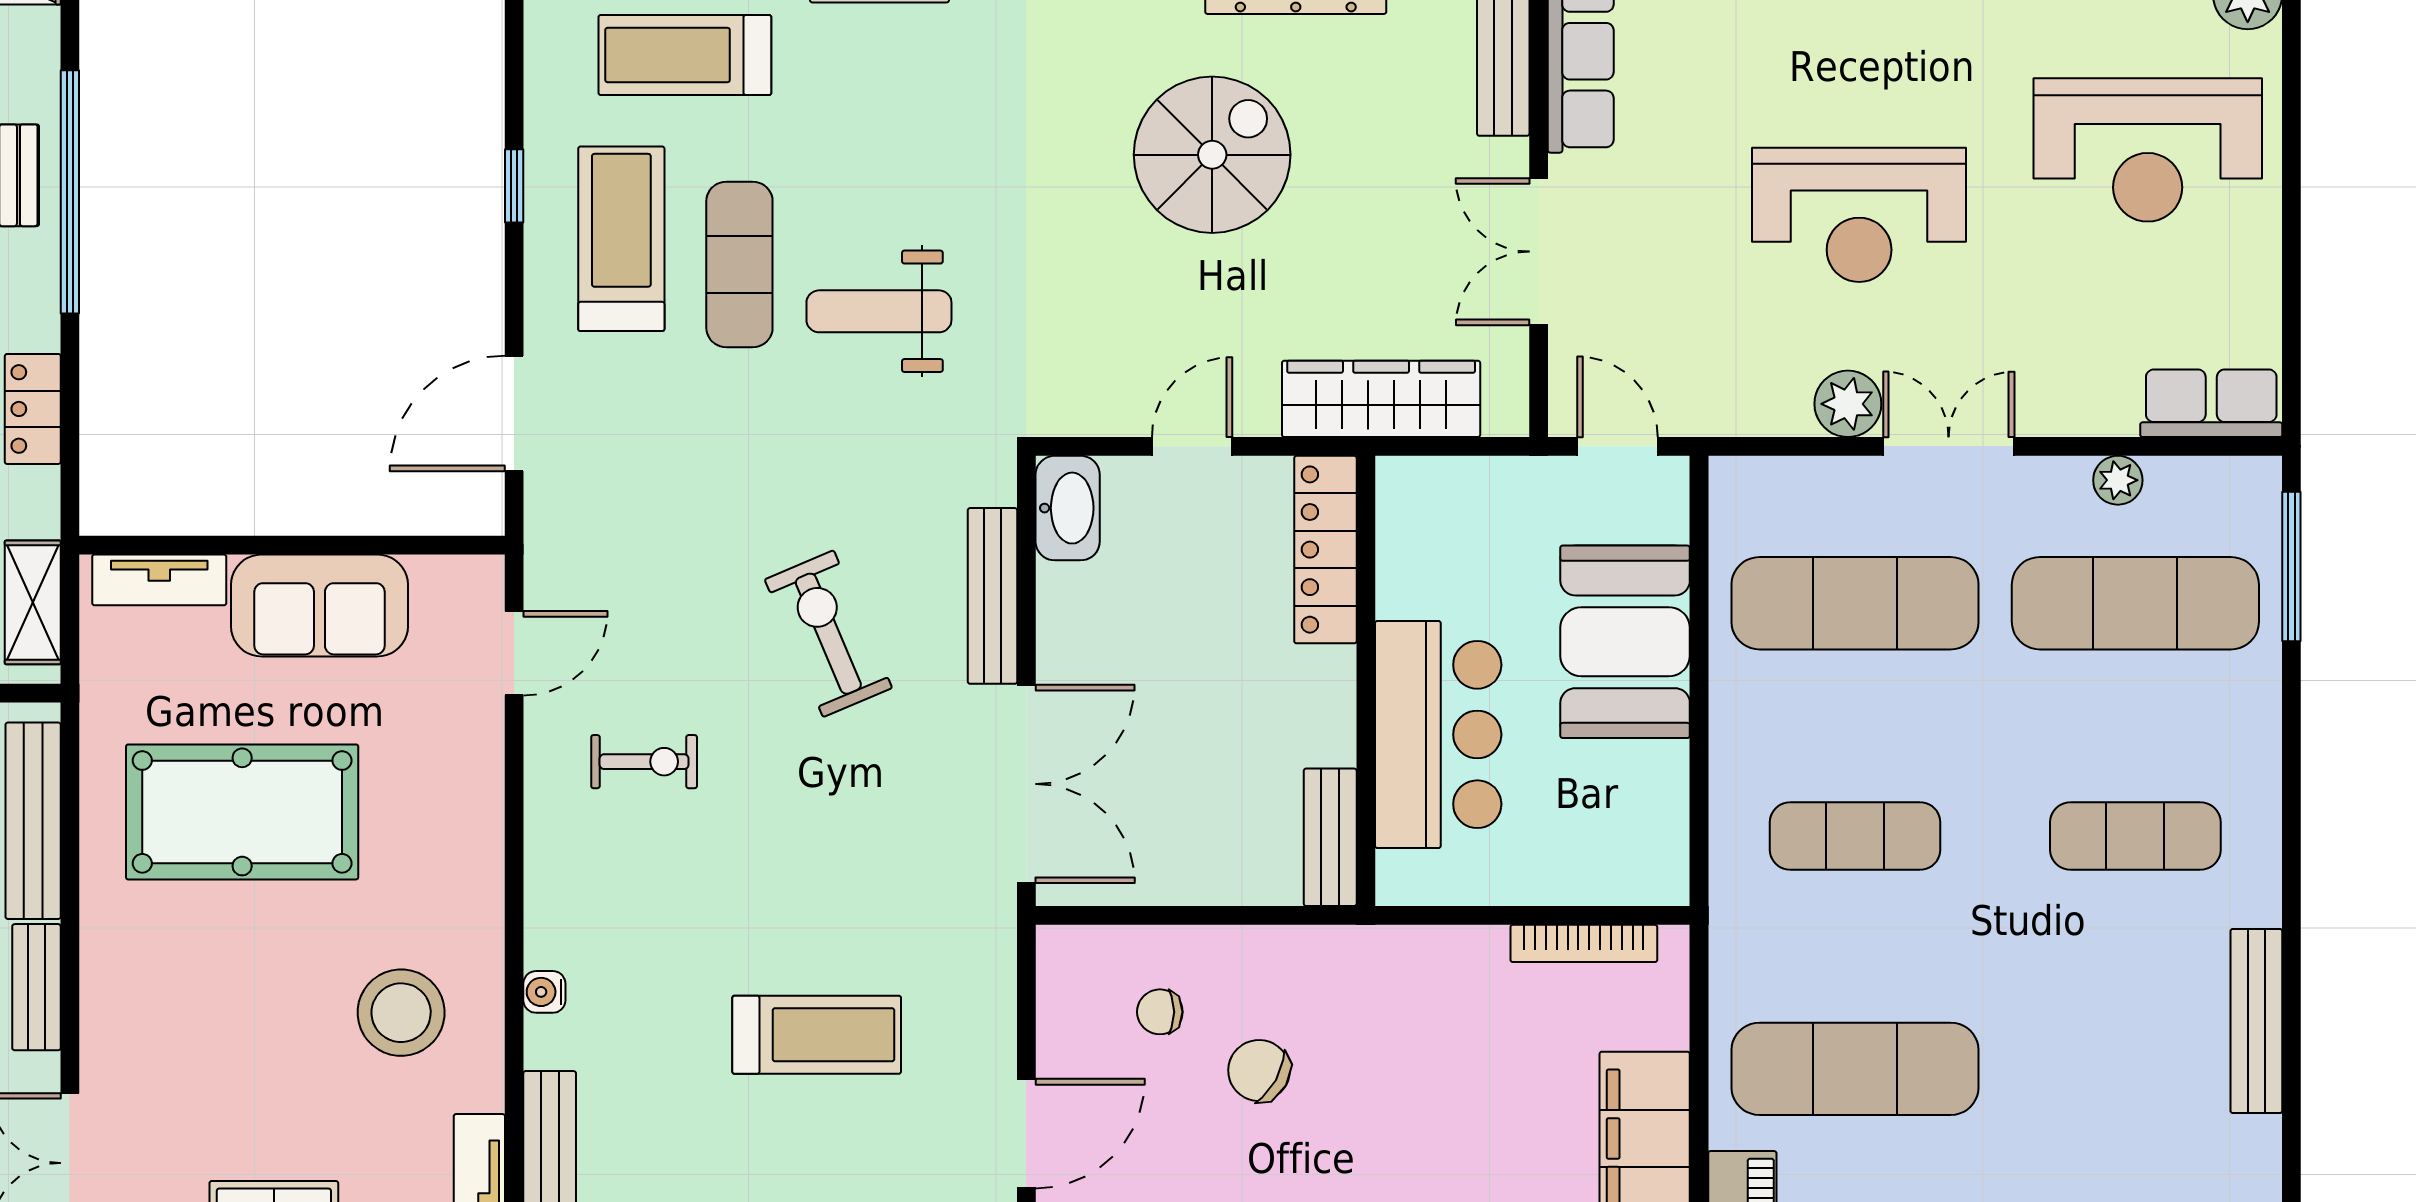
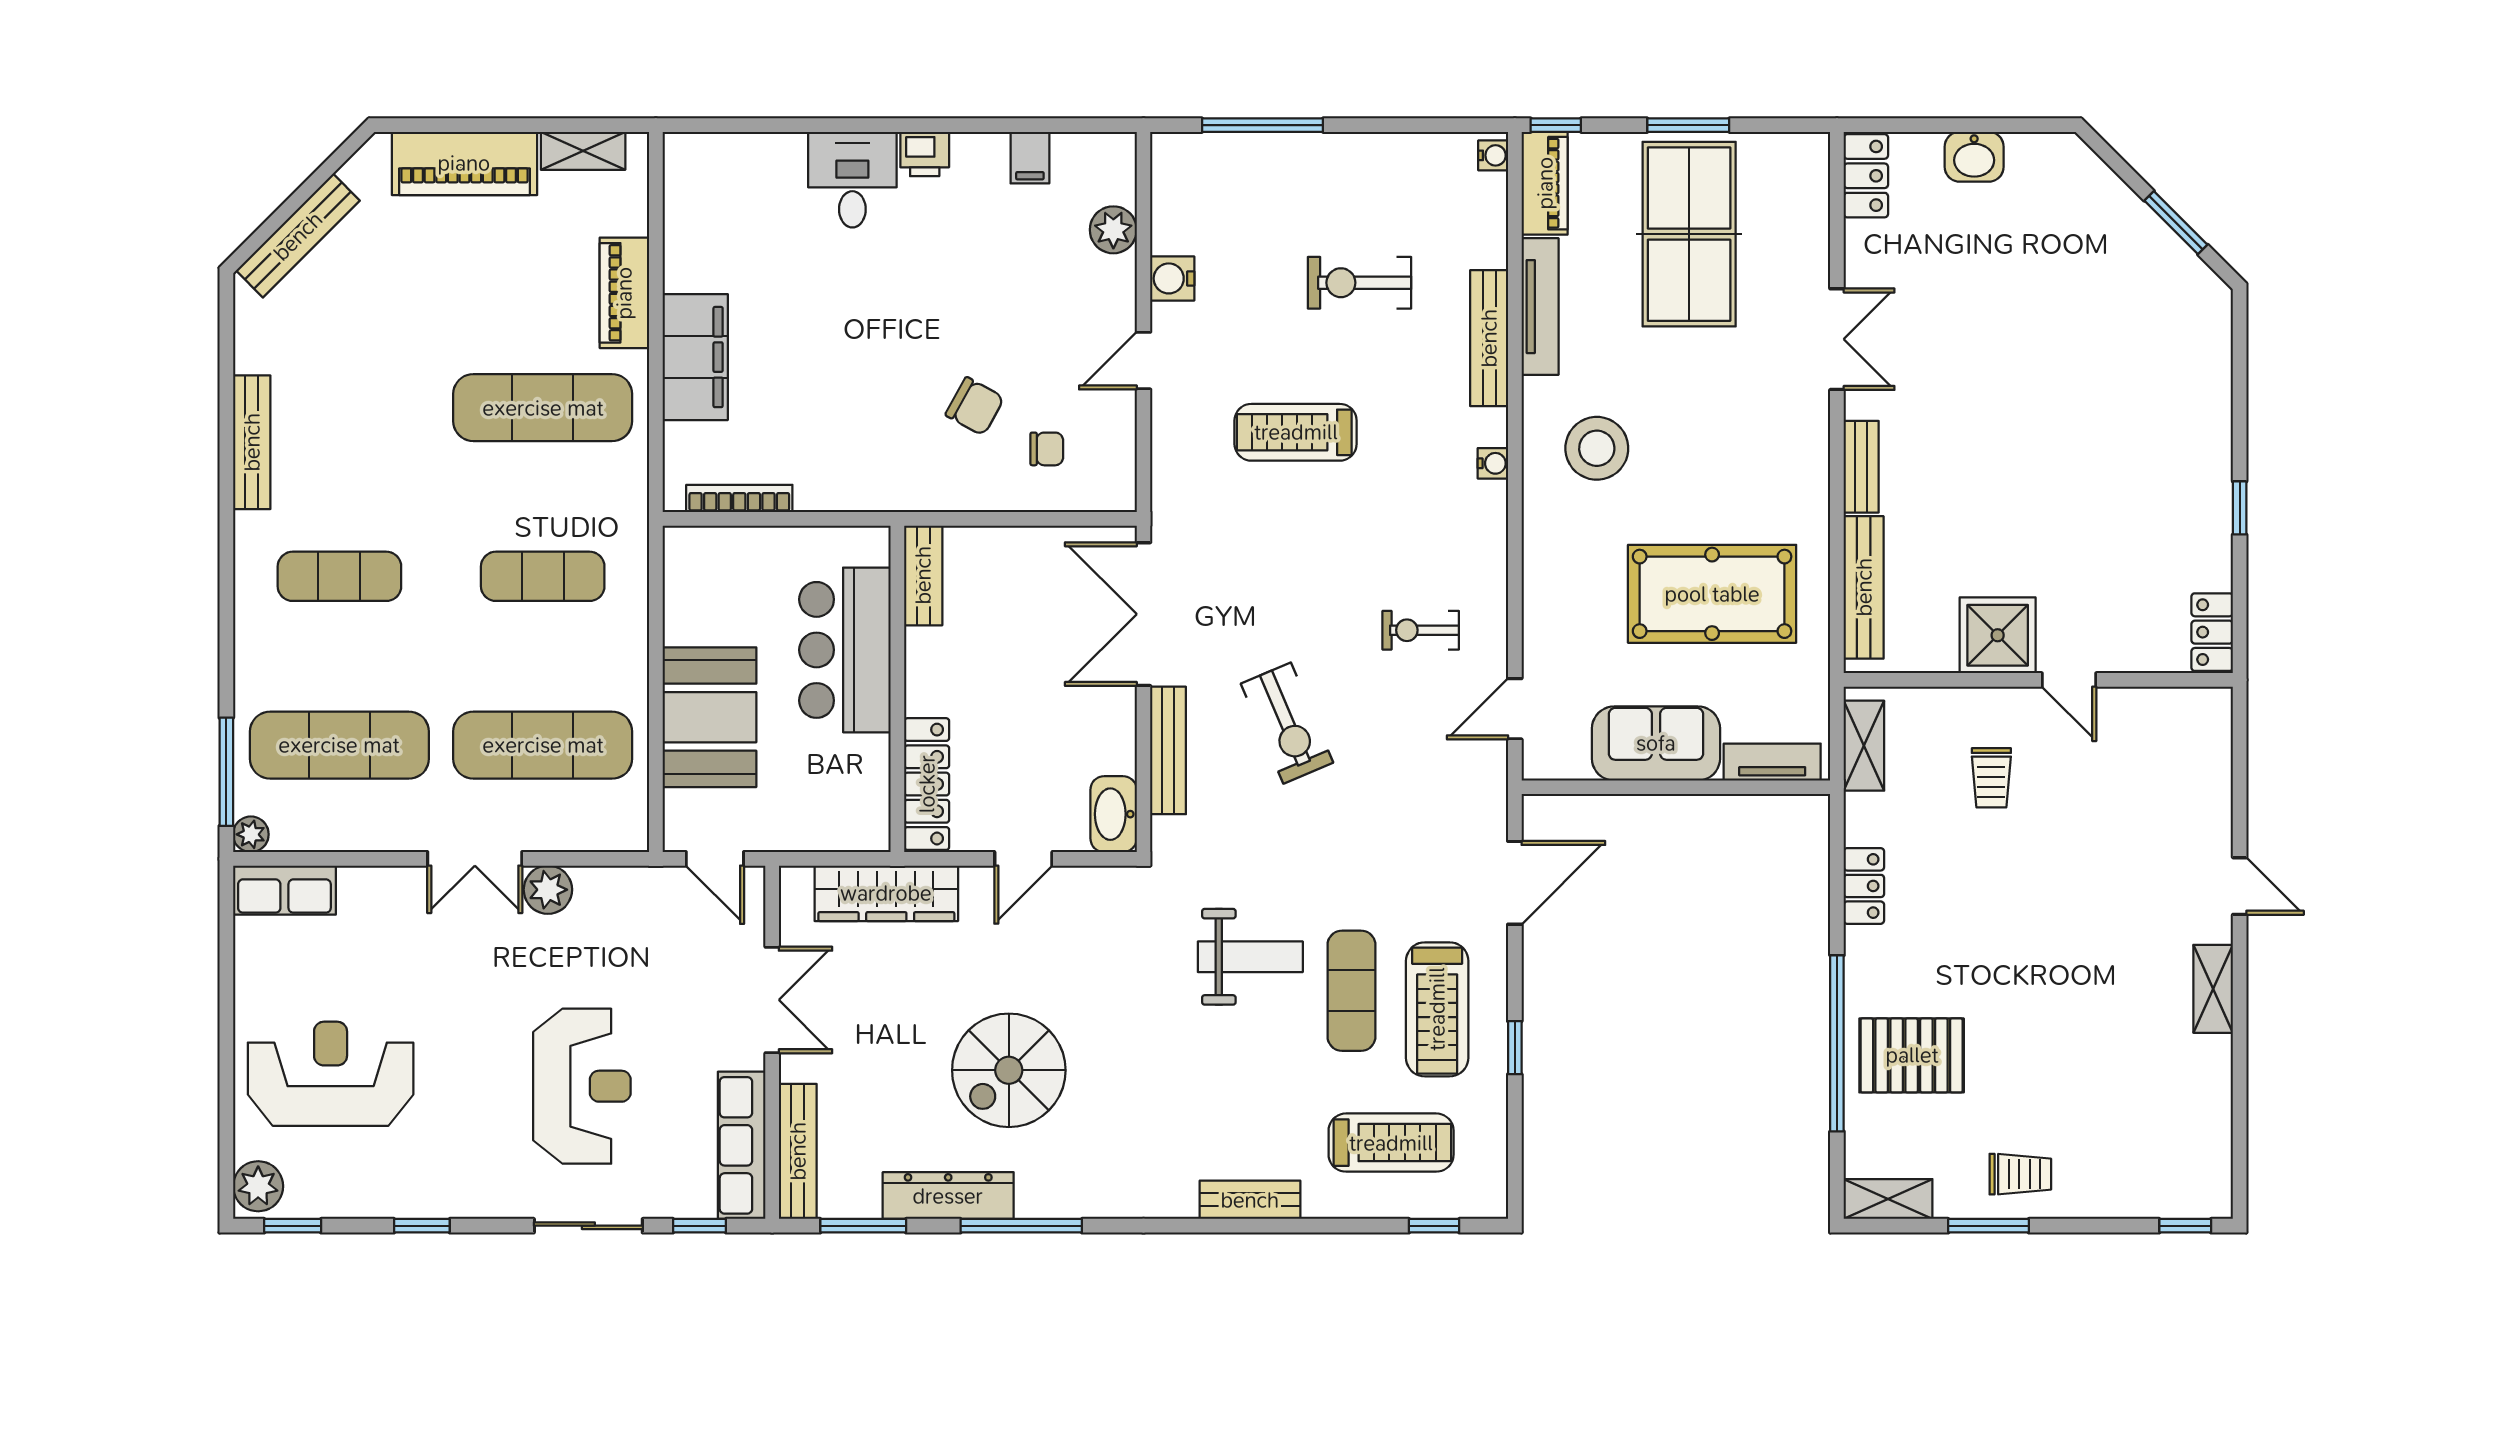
reception desk: (1859, 215) -> (582, 1086), moved, turned 90
plant: (2118, 480) -> (251, 834), moved
door: (1026, 1134) -> (1143, 361), width x0.73

